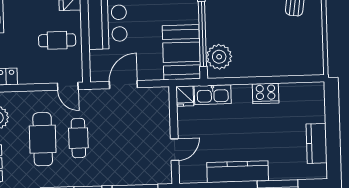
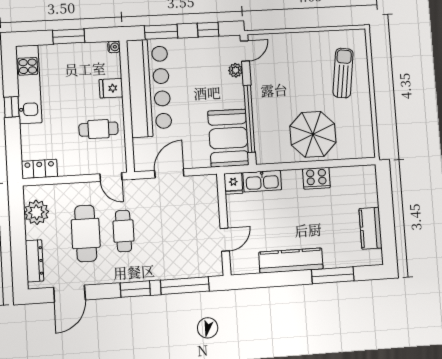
parasol: (264, 51) -> (313, 134), added
plant: (219, 57) -> (267, 142), removed

